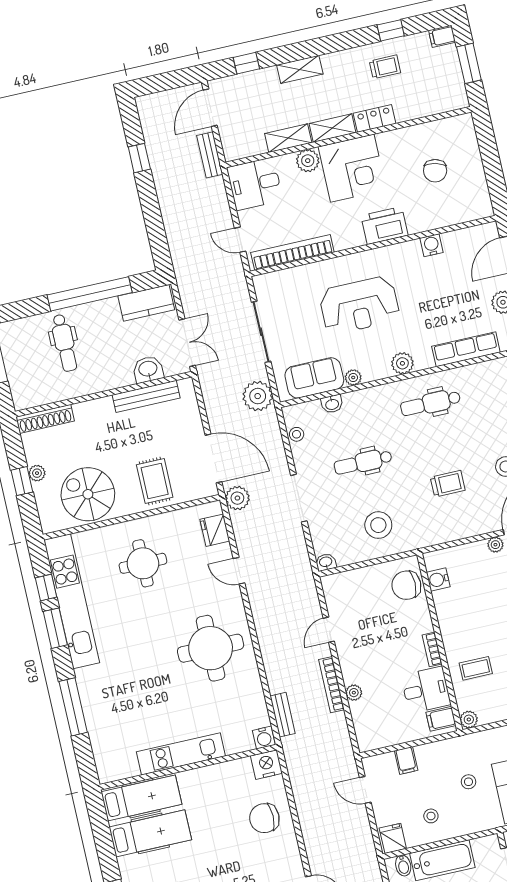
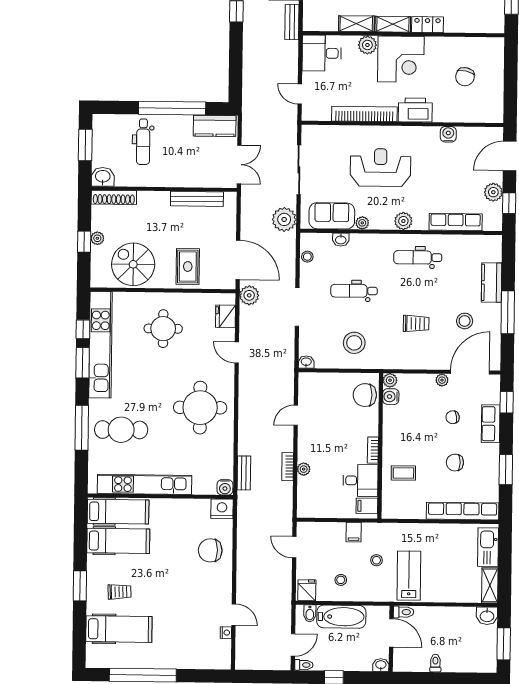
bookcase: (292, 252) -> (364, 114), moved
reception desk: (359, 305) -> (381, 168), turned 180
washbasin: (148, 369) -> (103, 177), moved
bookcase: (331, 685) -> (288, 467), width x0.64
cafe table: (121, 698) -> (121, 430), added
plant: (469, 720) -> (390, 380), moved
kitchen unit: (181, 754) -> (145, 484), width x1.36
filing cabinet: (406, 760) -> (354, 532), moved

